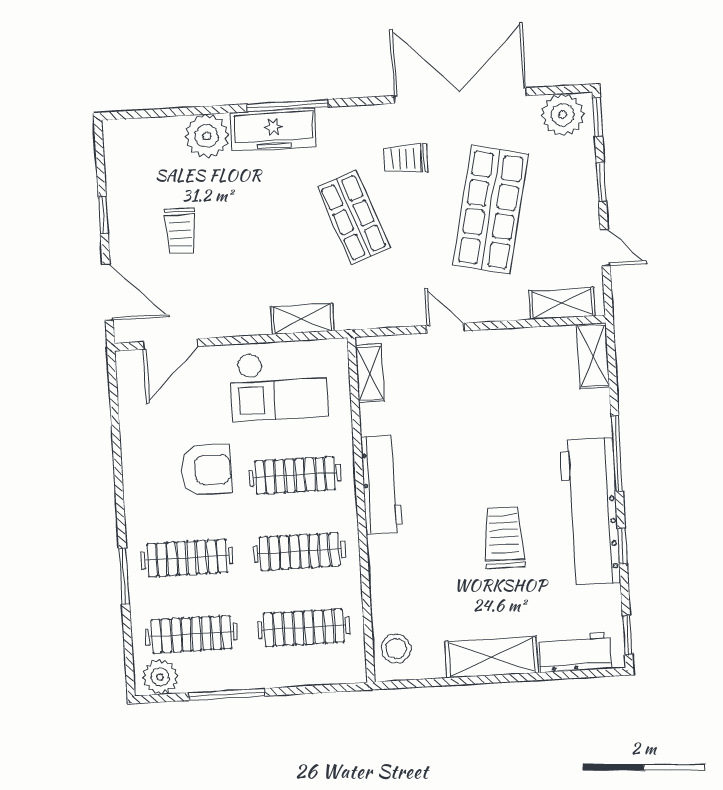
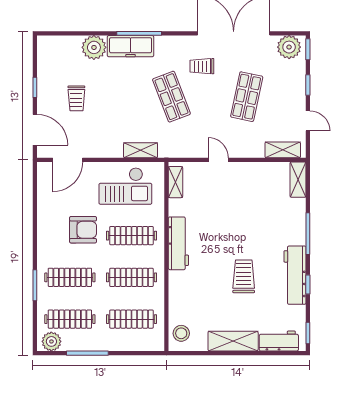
shop shelf: (491, 210) -> (247, 97), width x0.70, depth x0.74
workbench: (590, 511) -> (295, 275), width x0.73, depth x0.76

